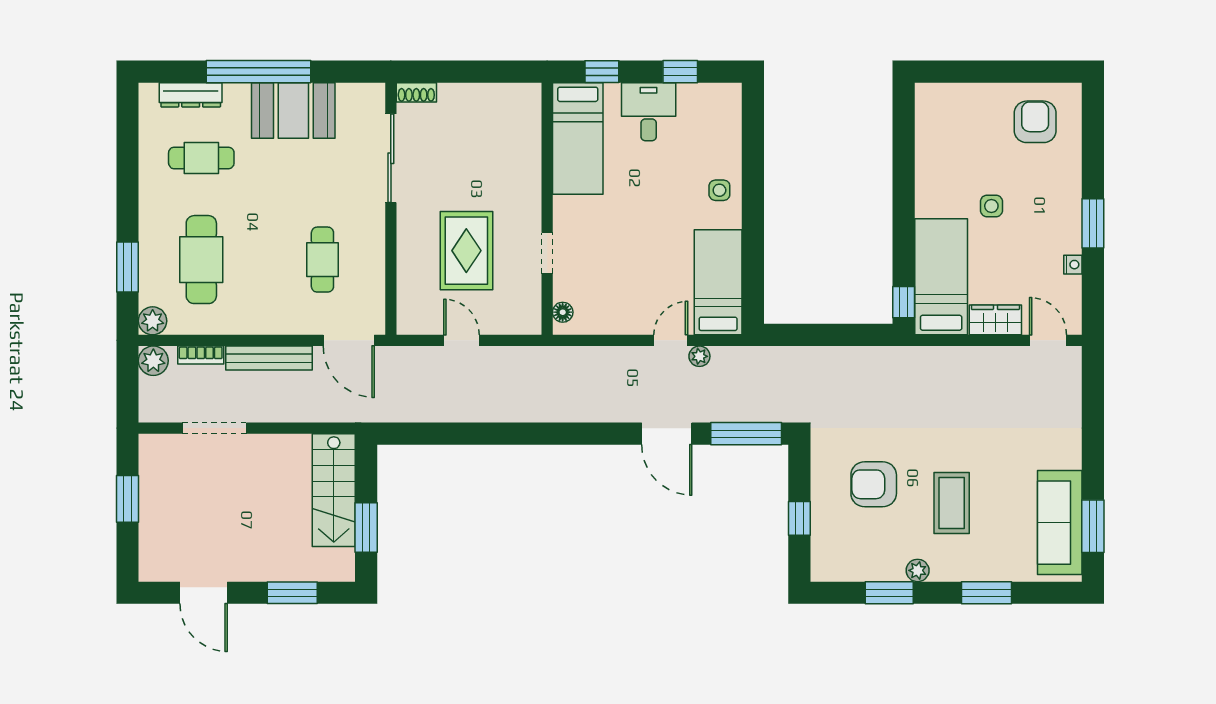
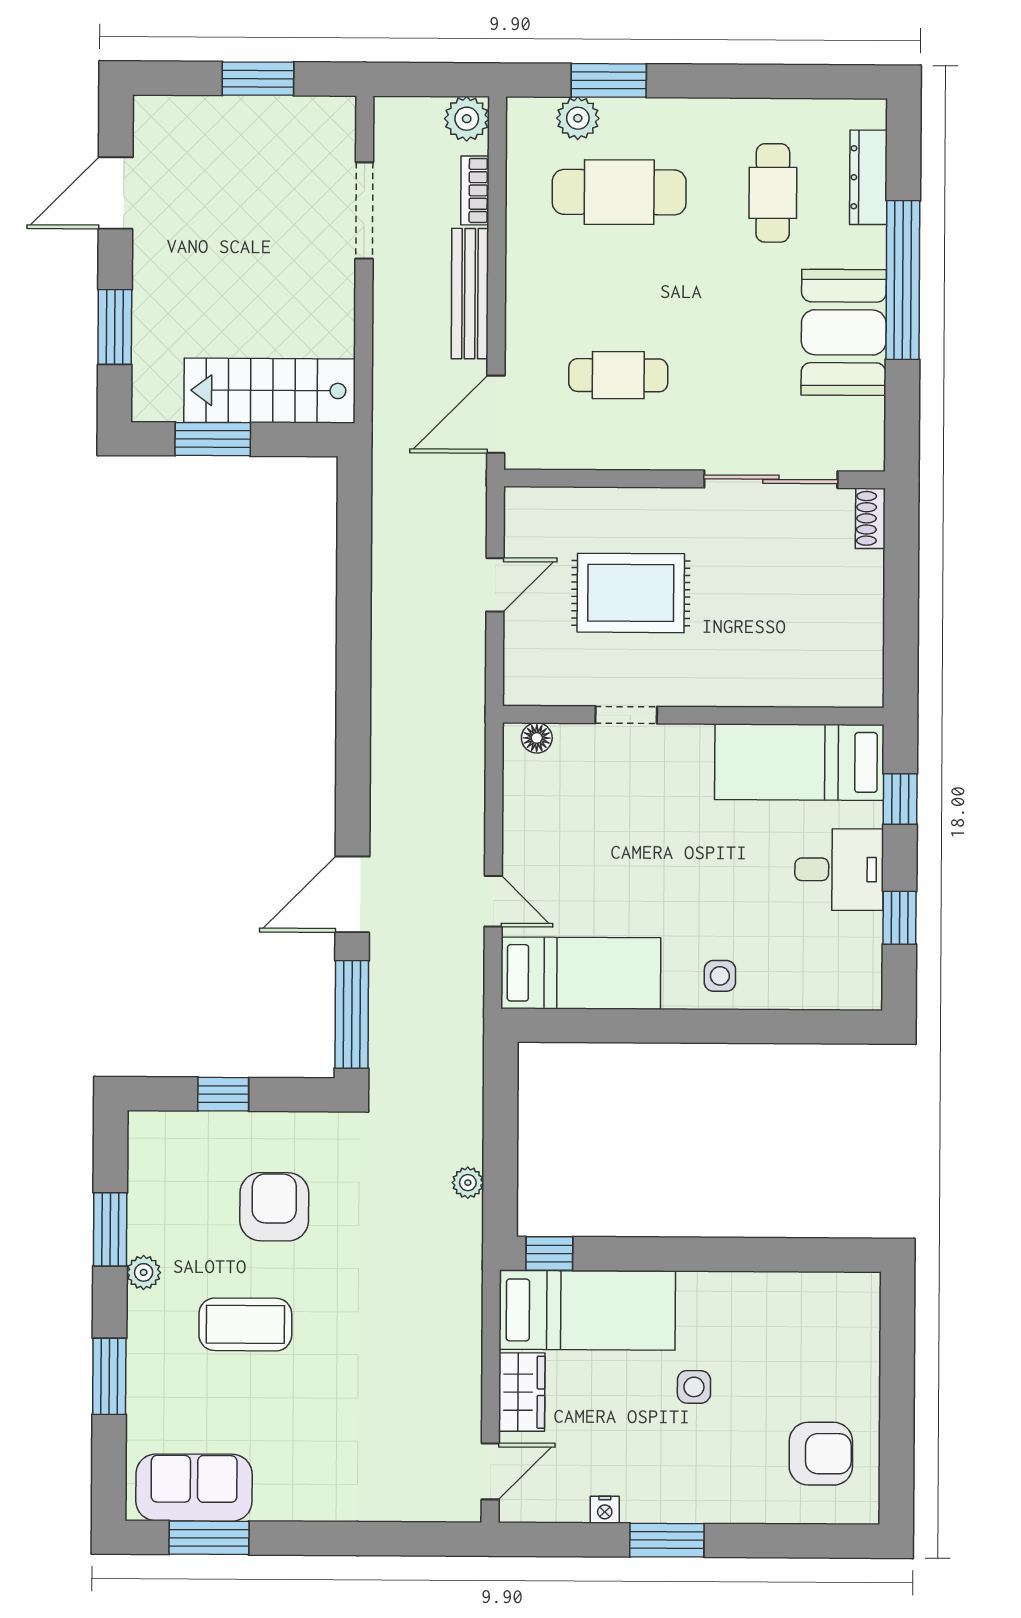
plant: (153, 321) -> (578, 118), moved
plant: (699, 356) -> (468, 1183), moved
sofa: (1060, 523) -> (194, 1488), width x0.73

